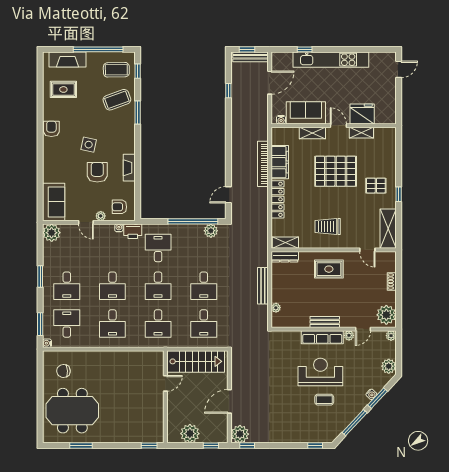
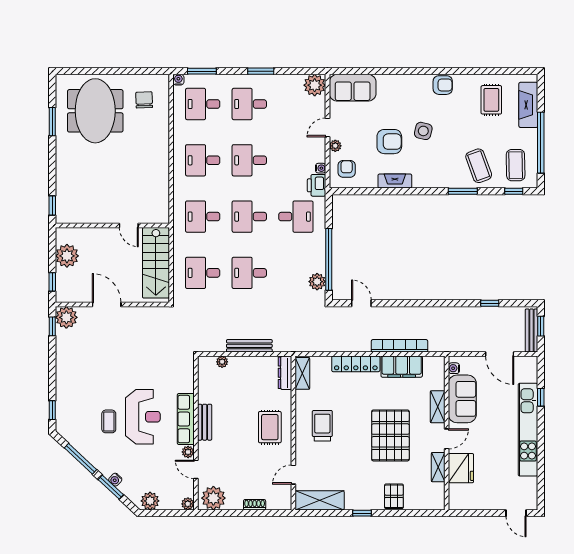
pallet: (376, 186) -> (394, 496), moved
desk: (67, 323) -> (203, 104), turned 180

